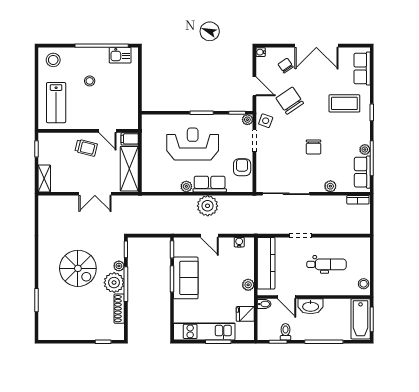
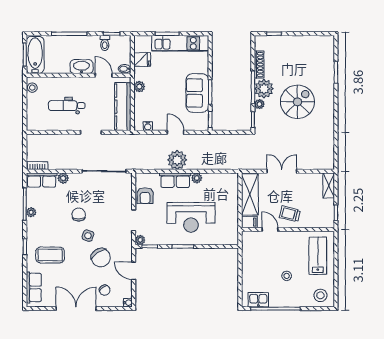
side table: (266, 121) -> (88, 236), moved
row of seats: (362, 172) -> (42, 180), moved, turned 90
spiral stairs: (78, 268) -> (297, 102), turned 90

